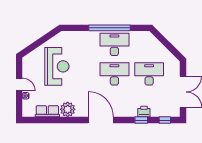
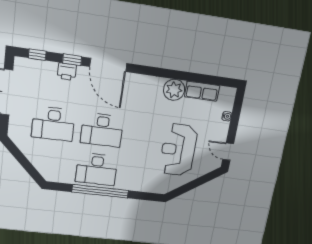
door: (19, 84) -> (228, 152), moved
door: (101, 120) -> (108, 65), moved

